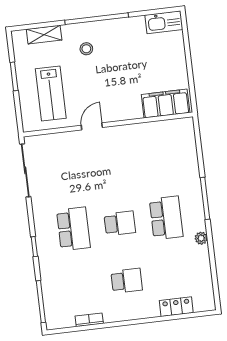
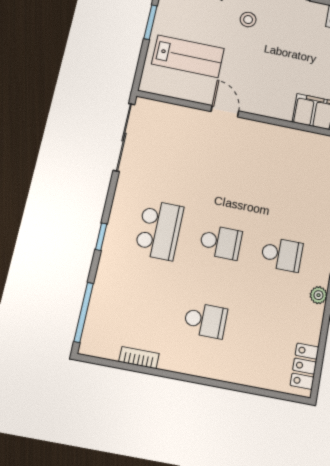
lab bench: (51, 93) -> (188, 56), turned -90
door: (92, 126) -> (225, 111), hinge flipped
school desk: (166, 218) -> (282, 254), width x0.54
locker: (176, 307) -> (304, 366), moved, turned -90

